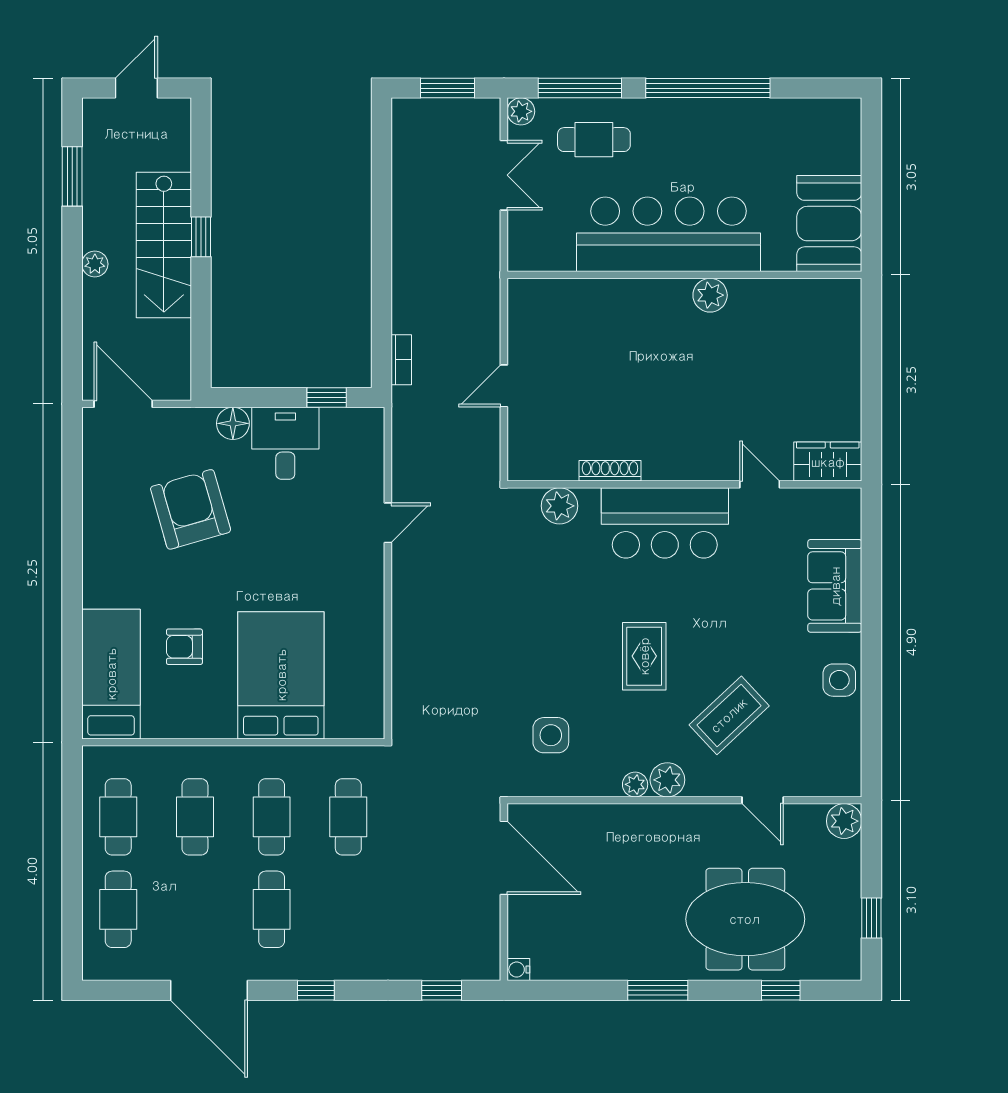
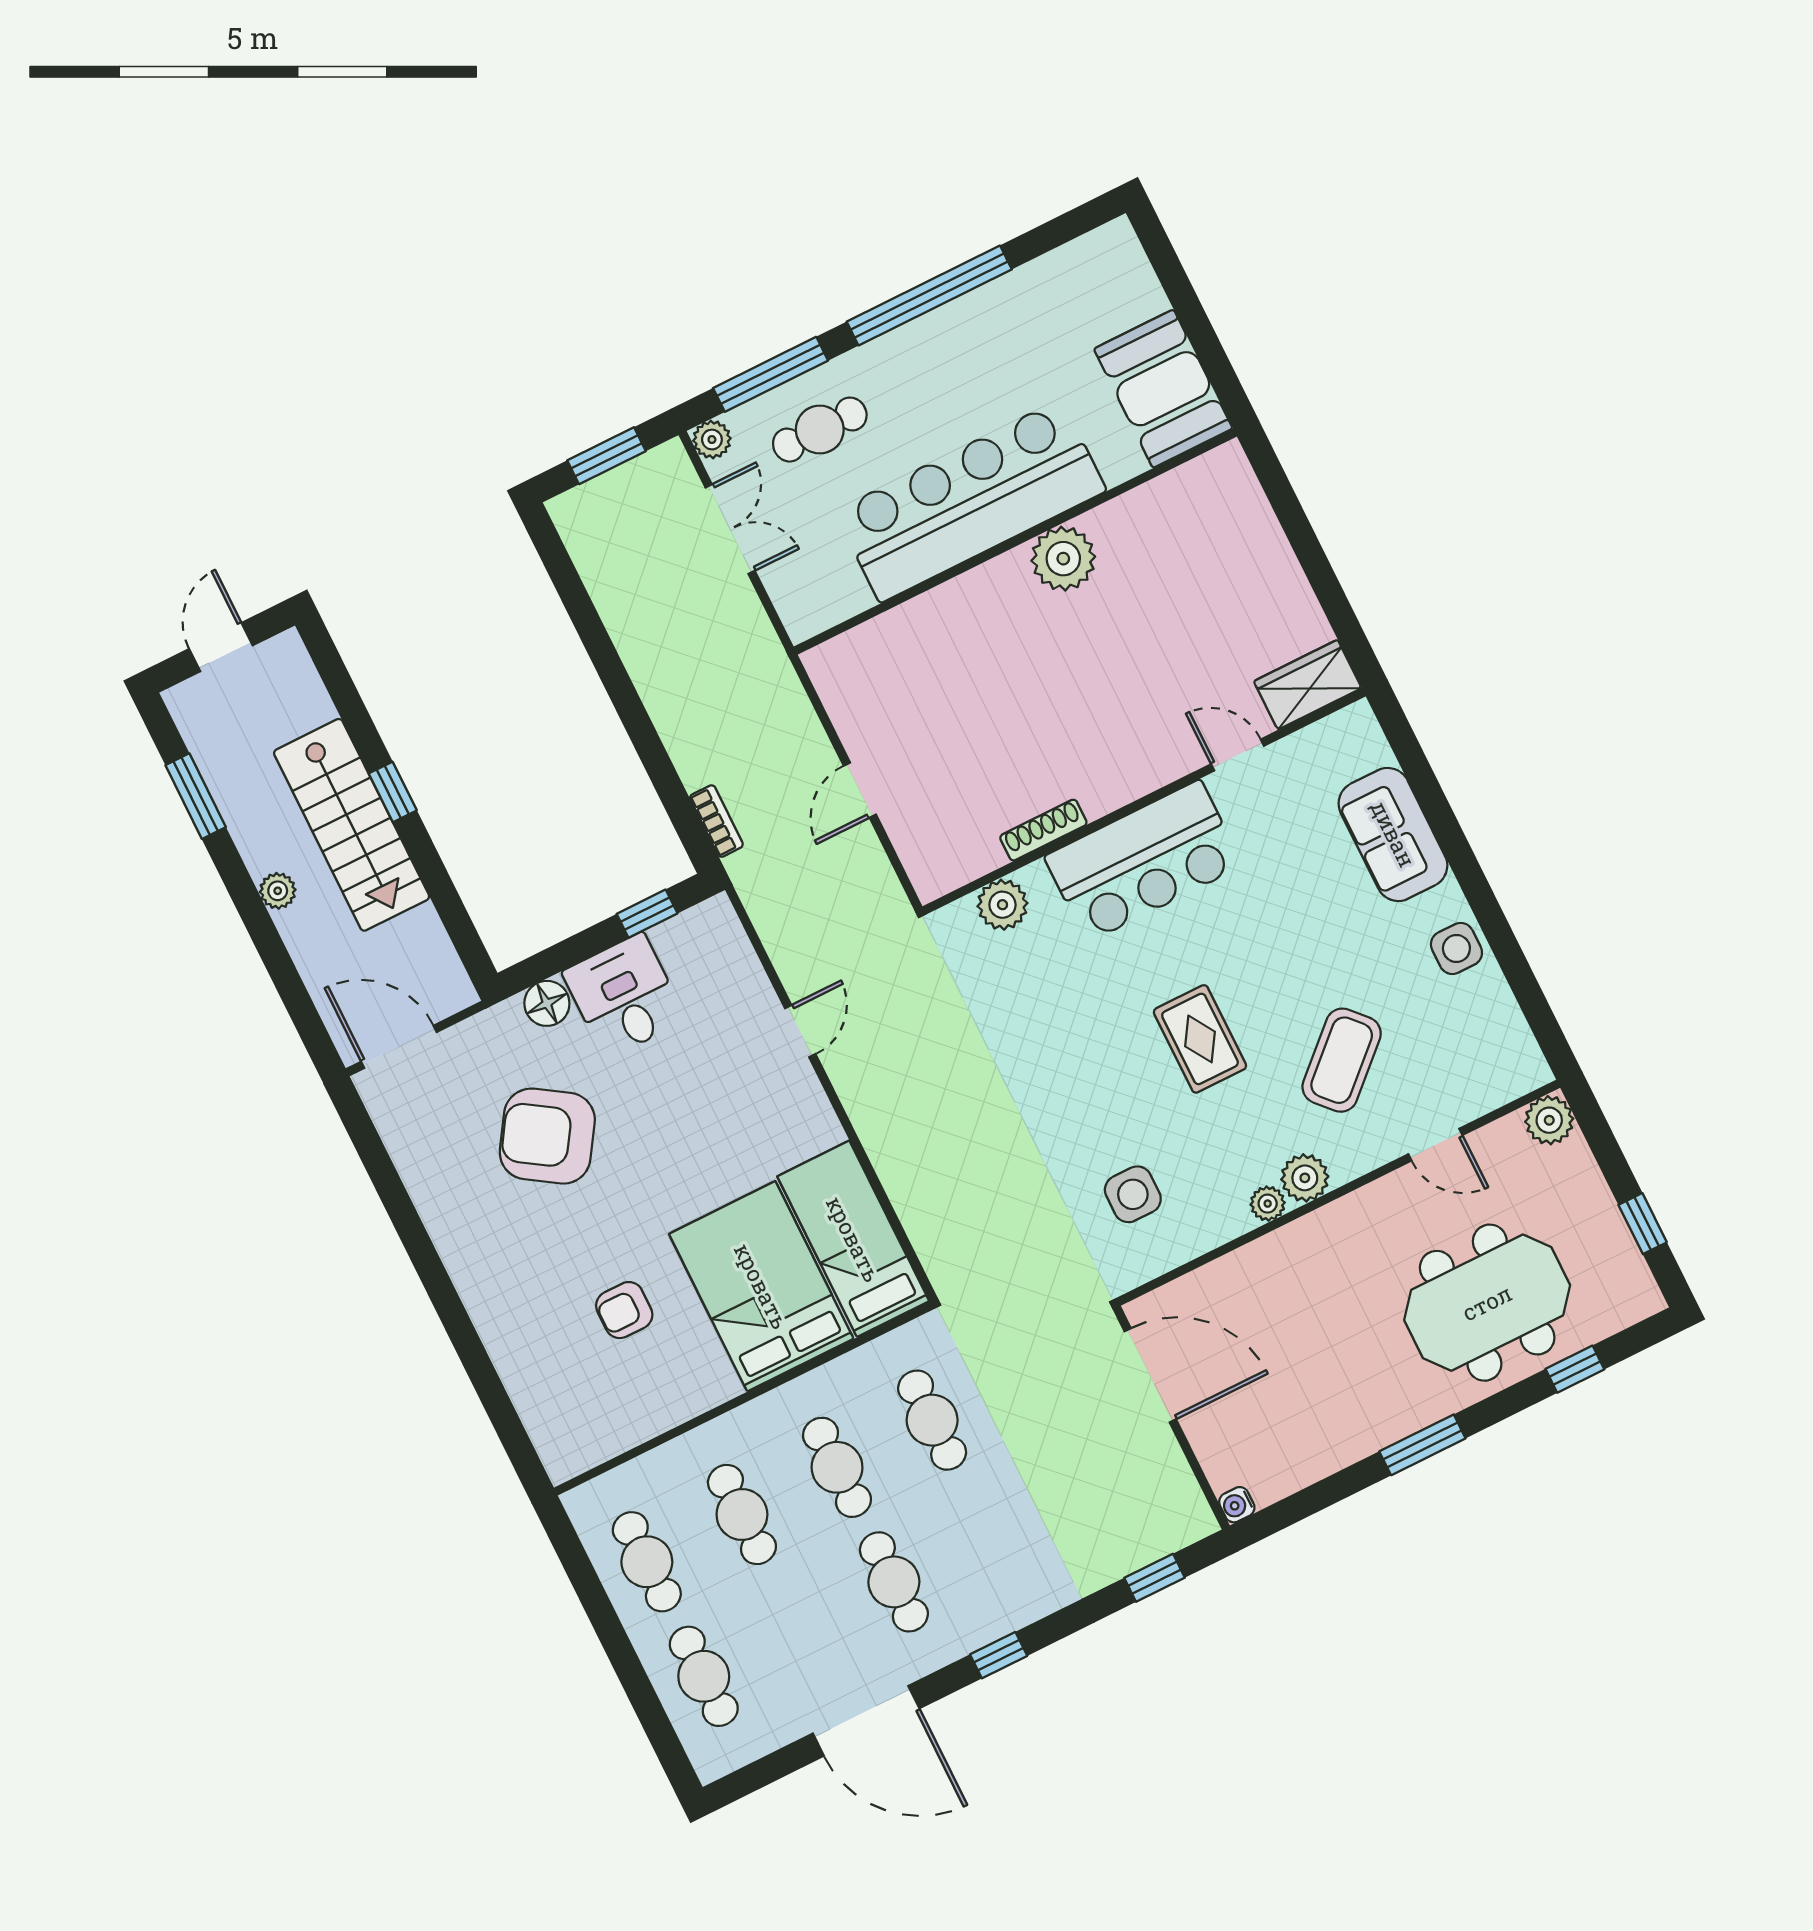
plant: (710, 295) -> (1063, 559), width x1.36, depth x1.36
armchair: (191, 509) -> (547, 1136), turned -41
bed: (111, 674) -> (853, 1239), moved

